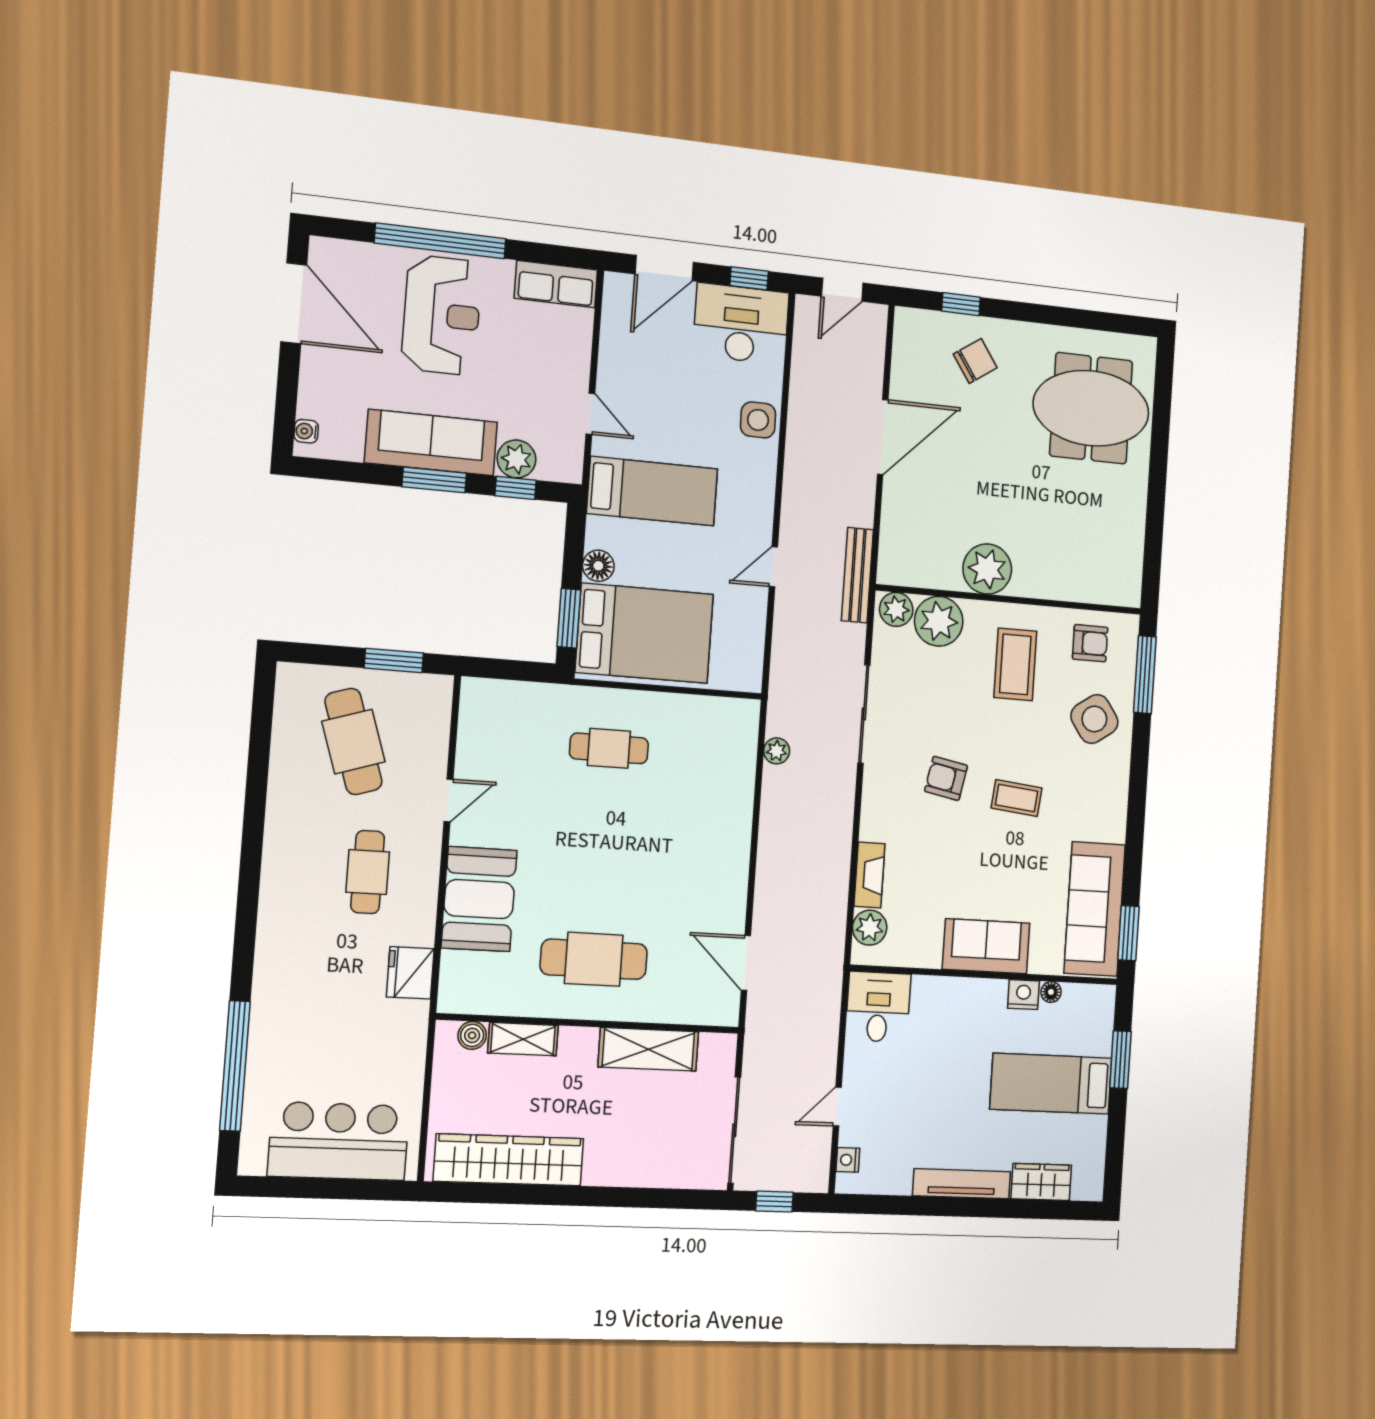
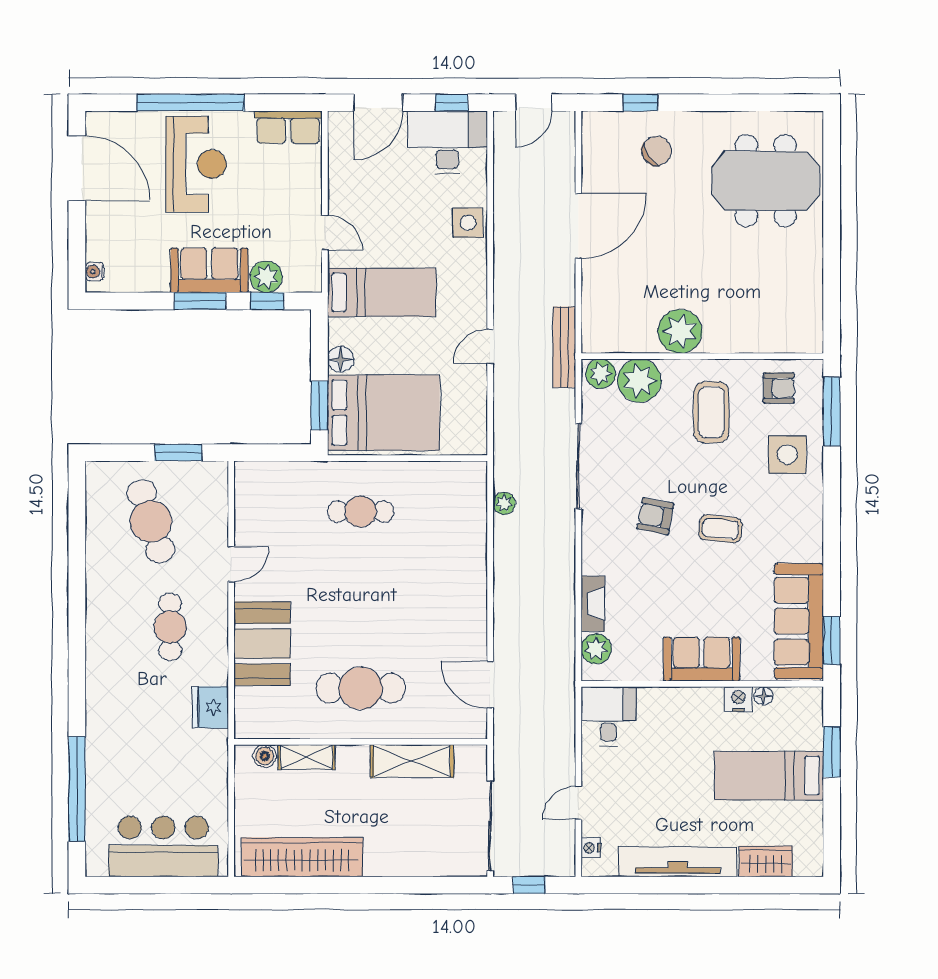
sofa: (431, 442) -> (209, 270), width x0.73
side table: (1094, 719) -> (787, 454), turned 35
tv unit: (962, 1184) -> (678, 862), width x1.36, depth x1.29

